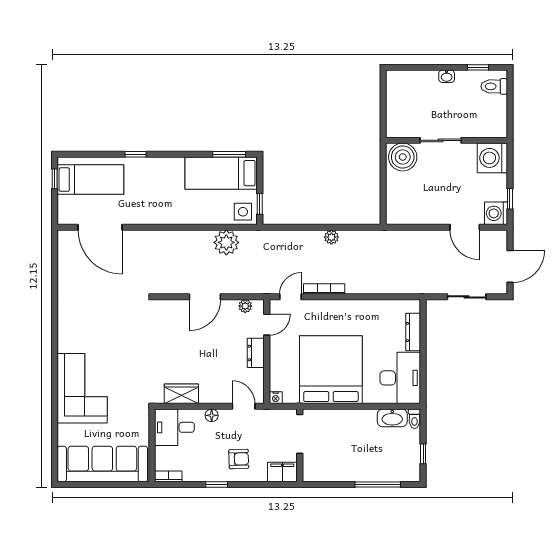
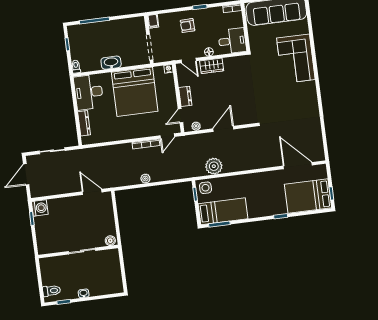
boiler: (403, 157) -> (110, 241), width x0.54, depth x0.54
washing machine: (492, 158) -> (47, 244), removed
bed: (90, 180) -> (308, 196), width x1.50
door: (465, 227) -> (92, 192), moved
wardrobe: (181, 394) -> (212, 66), moved
washbasin: (392, 418) -> (111, 63), moved
filing cabinet: (282, 472) -> (153, 21), width x0.50

